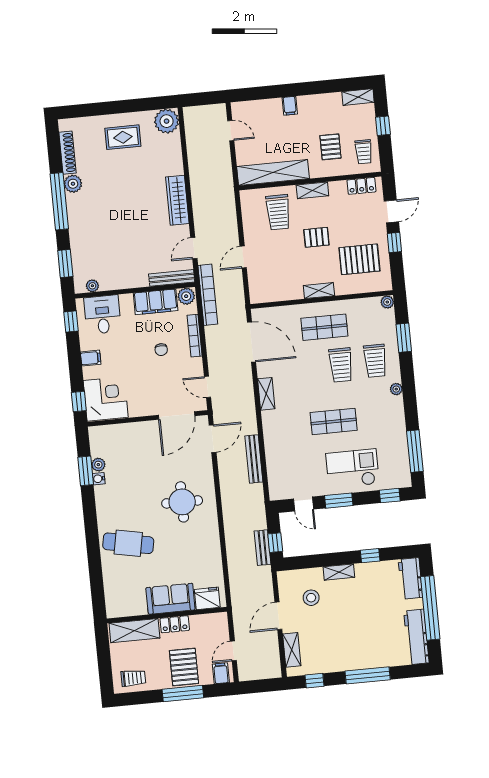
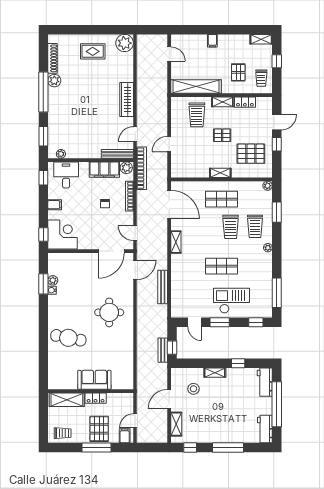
locker: (361, 186) -> (245, 102), moved
fridge: (207, 598) -> (120, 382), removed
workbench: (416, 637) -> (265, 429), width x0.73

